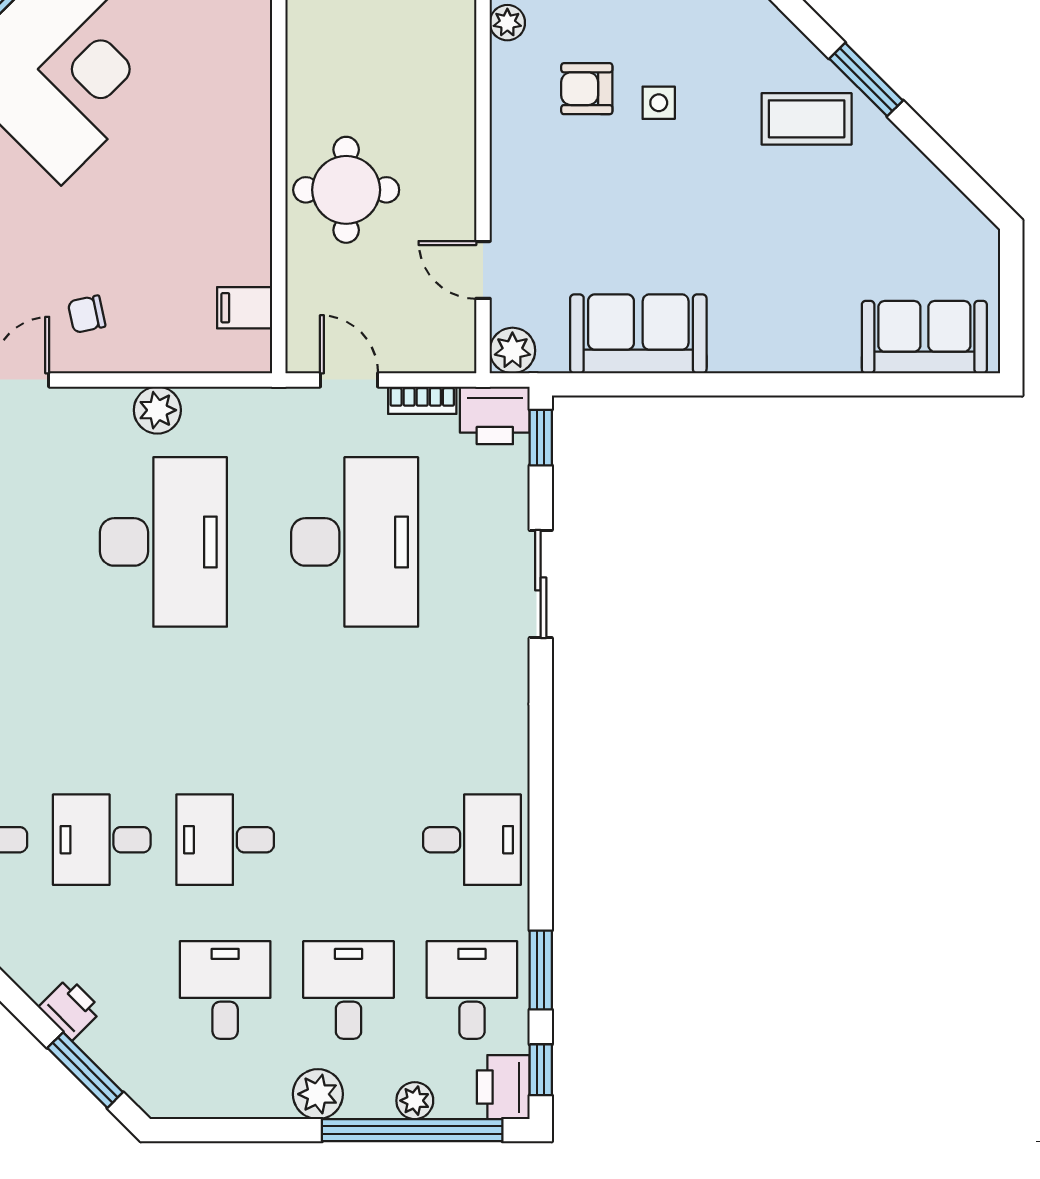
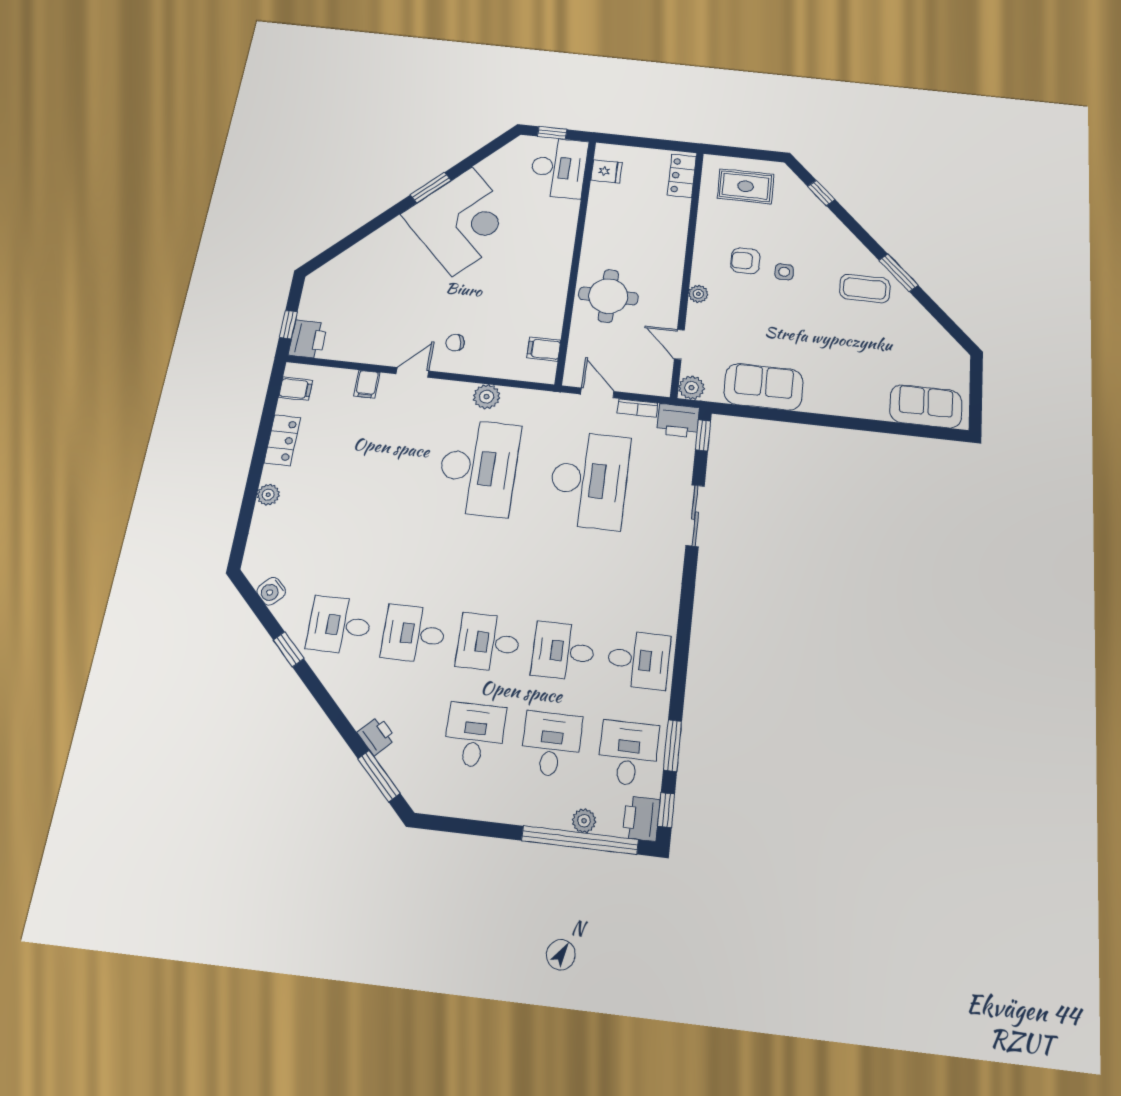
plant: (507, 23) -> (698, 294), moved
desk: (349, 840) -> (563, 651), added
plant: (318, 1094) -> (523, 809), removed

